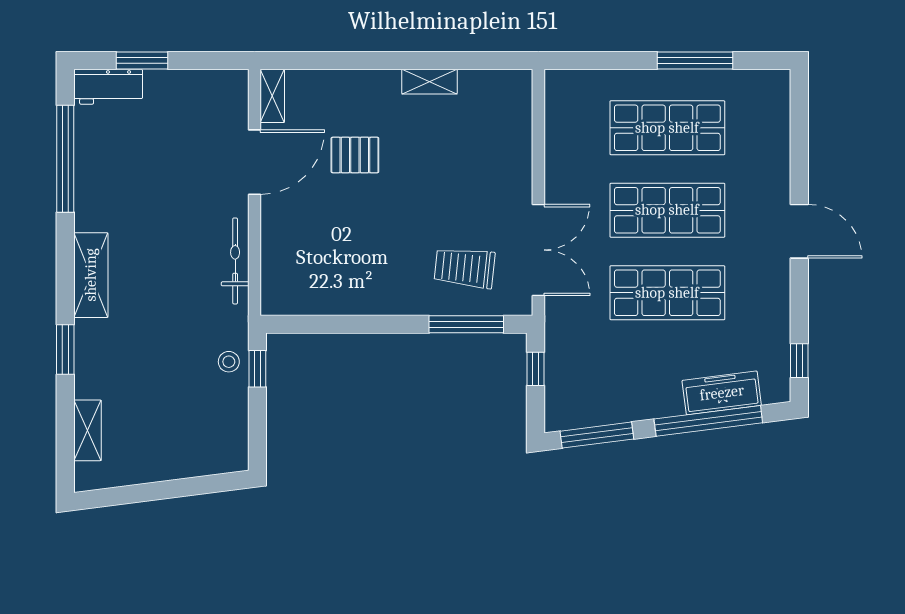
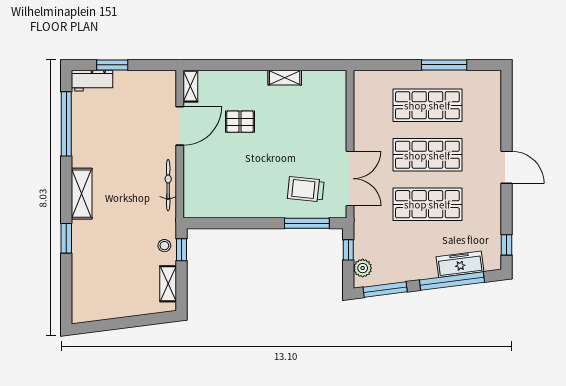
plant: (559, 399) -> (363, 268), added
shelving: (88, 430) -> (168, 284), moved

